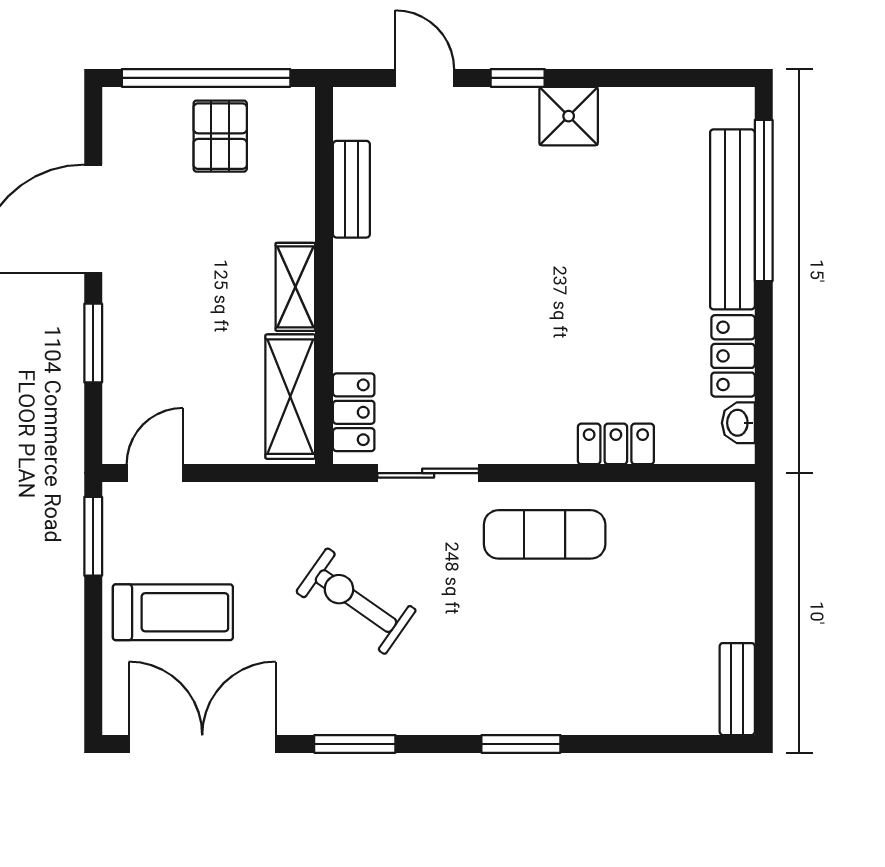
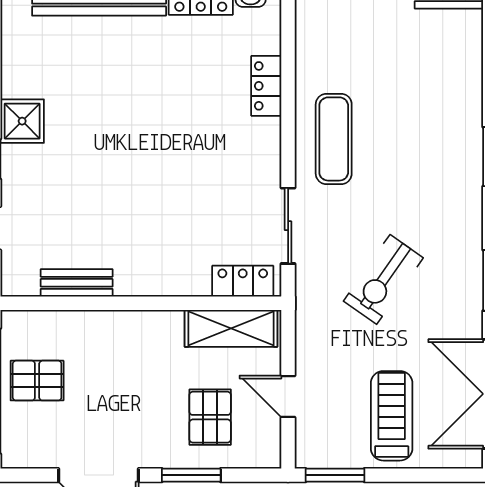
shelving: (295, 287) -> (149, 325), removed
pallet: (171, 368) -> (210, 417), added
door: (155, 473) -> (288, 397), moved

